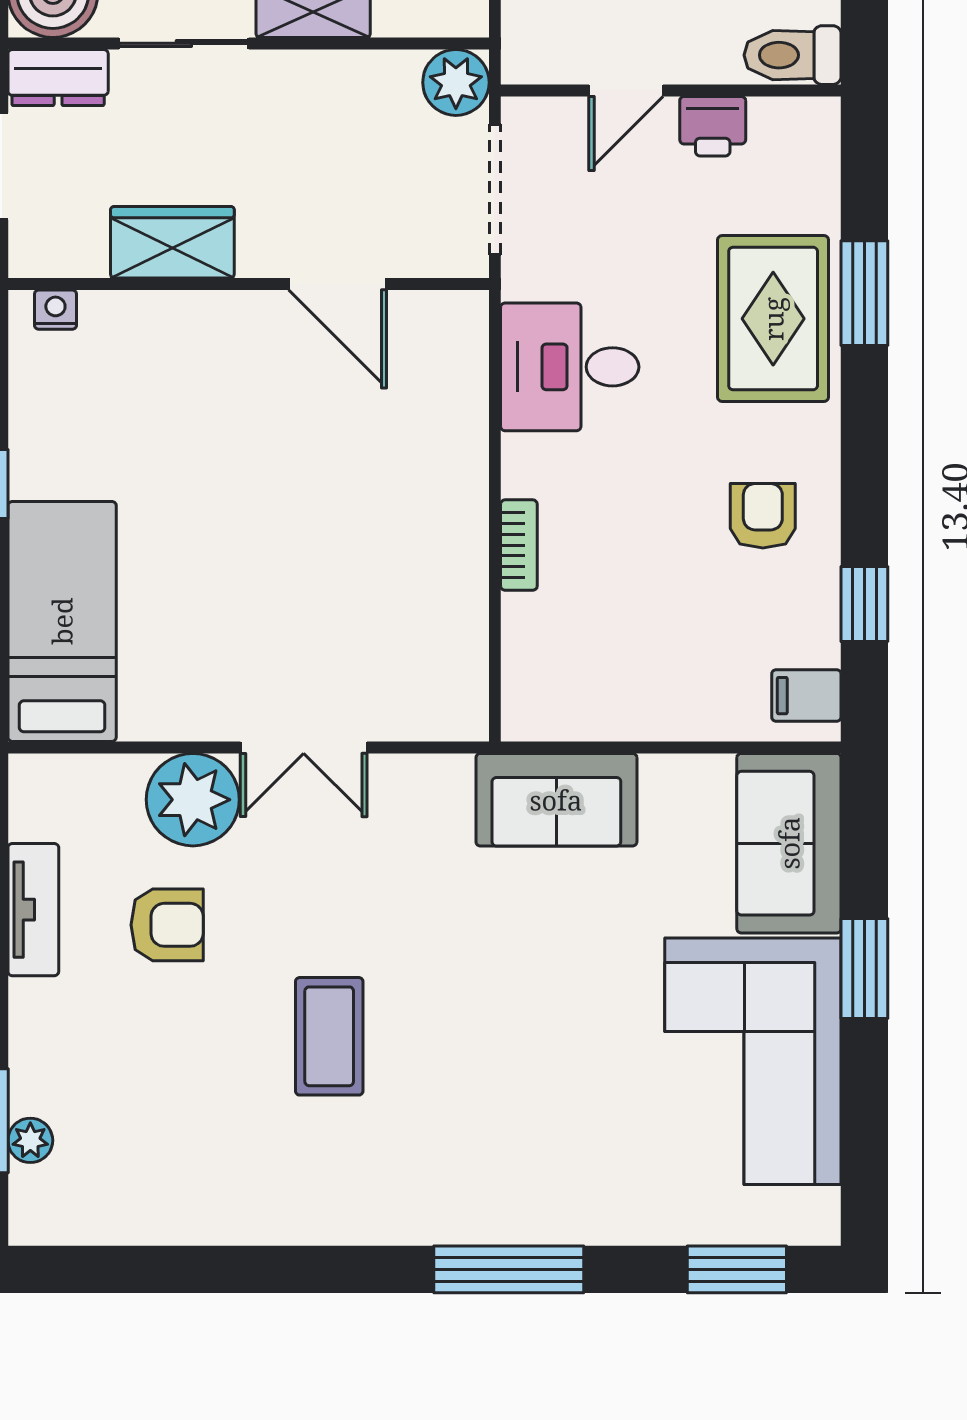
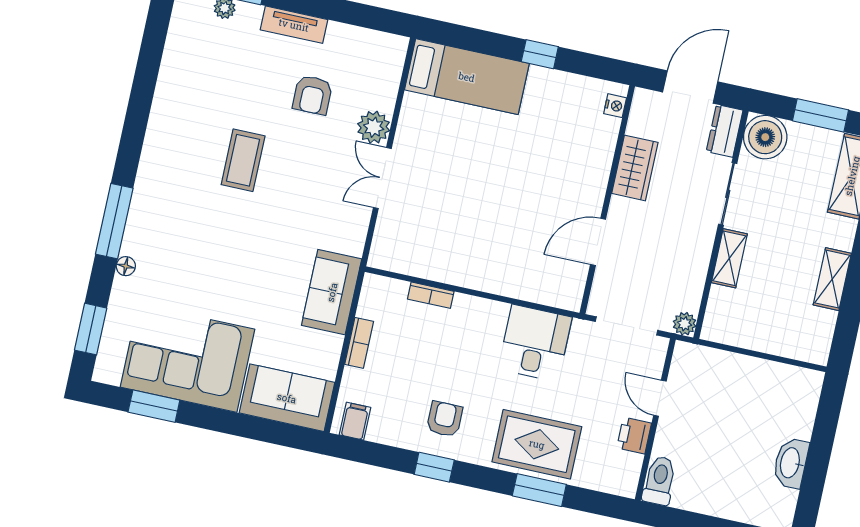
plant: (456, 82) -> (685, 324), width x0.73, depth x0.73
armchair: (763, 516) -> (445, 419), turned -90
bookcase: (519, 545) -> (431, 295), moved
window: (864, 604) -> (434, 467), moved
bookcase: (647, 722) -> (359, 343), added
plant: (193, 800) -> (374, 127), width x0.73, depth x0.73
tv unit: (33, 910) -> (294, 25), moved
window: (864, 969) -> (154, 406), moved
coffee table: (329, 1036) -> (243, 160), turned 90
floor lamp: (594, 1226) -> (126, 266), added

